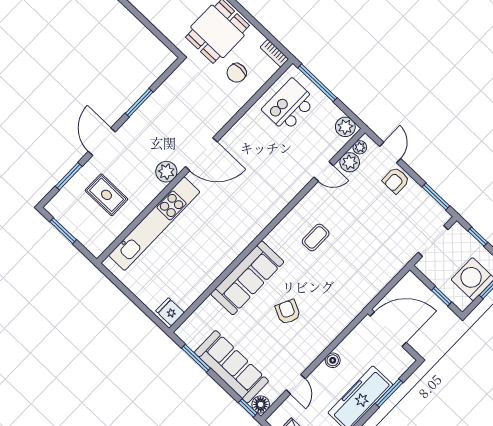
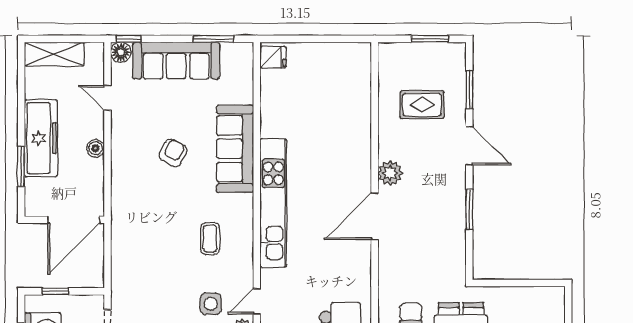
side table: (353, 197) -> (211, 304), added
kitchen unit: (154, 224) -> (273, 203), moved, turned 180
armchair: (288, 312) -> (173, 153), turned -88

